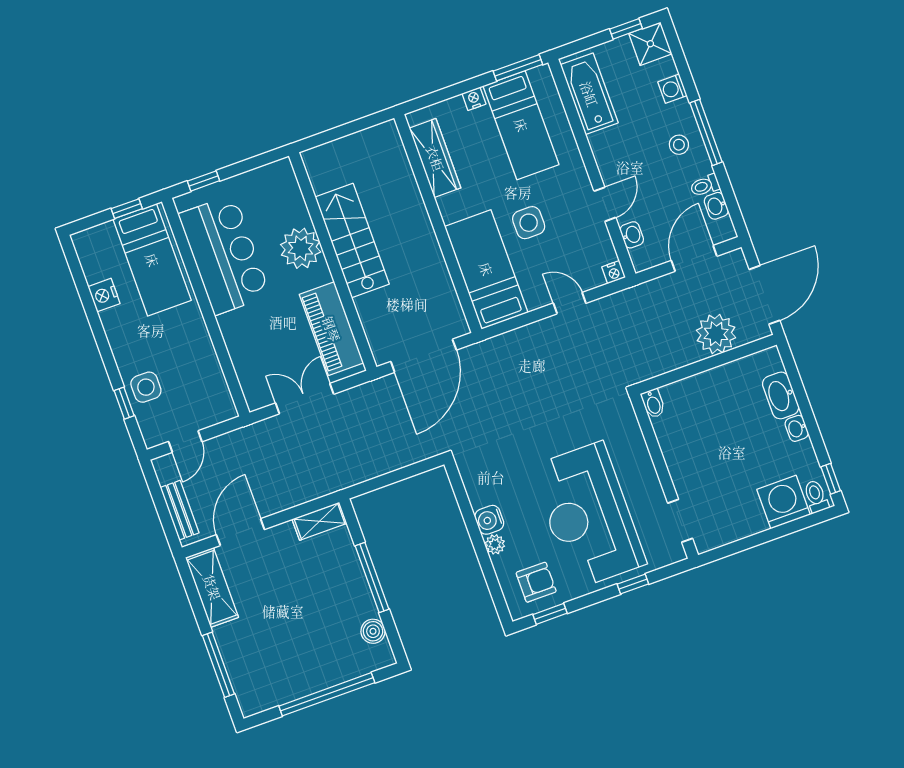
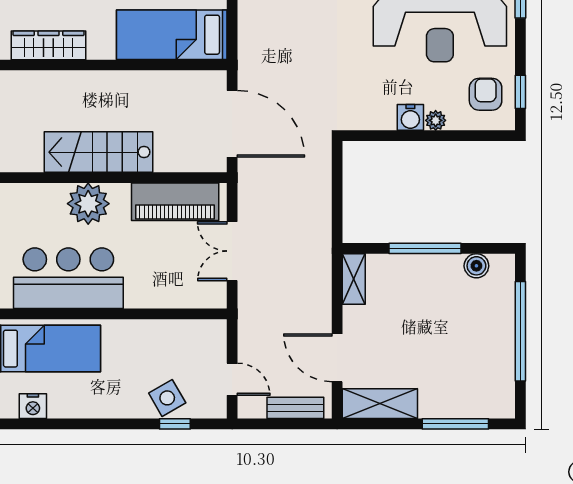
nightstand: (104, 295) -> (33, 406), moved
side table: (146, 387) -> (167, 398), turned -30

